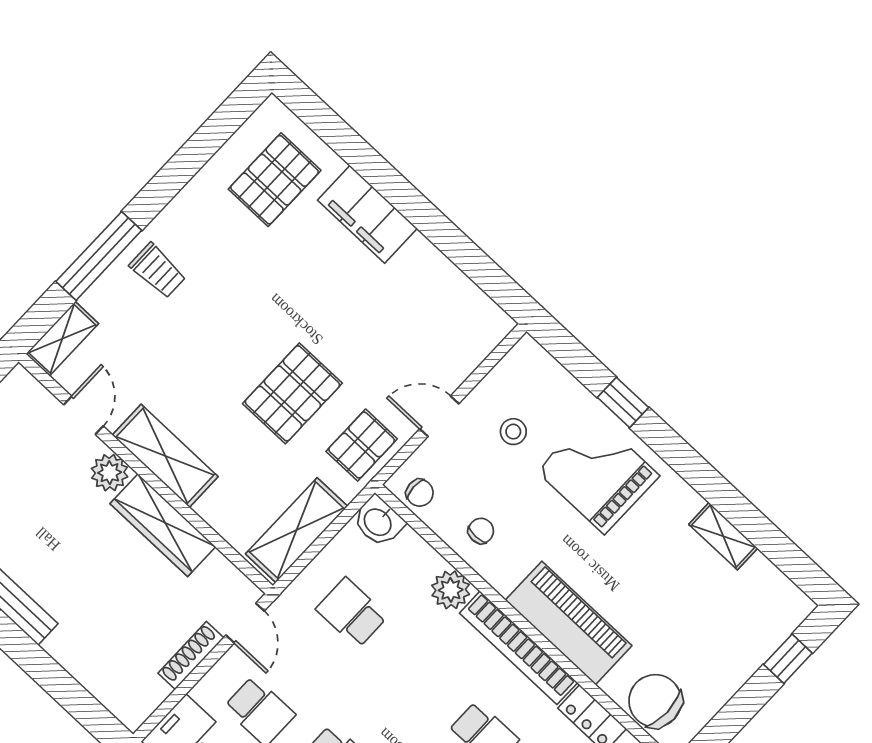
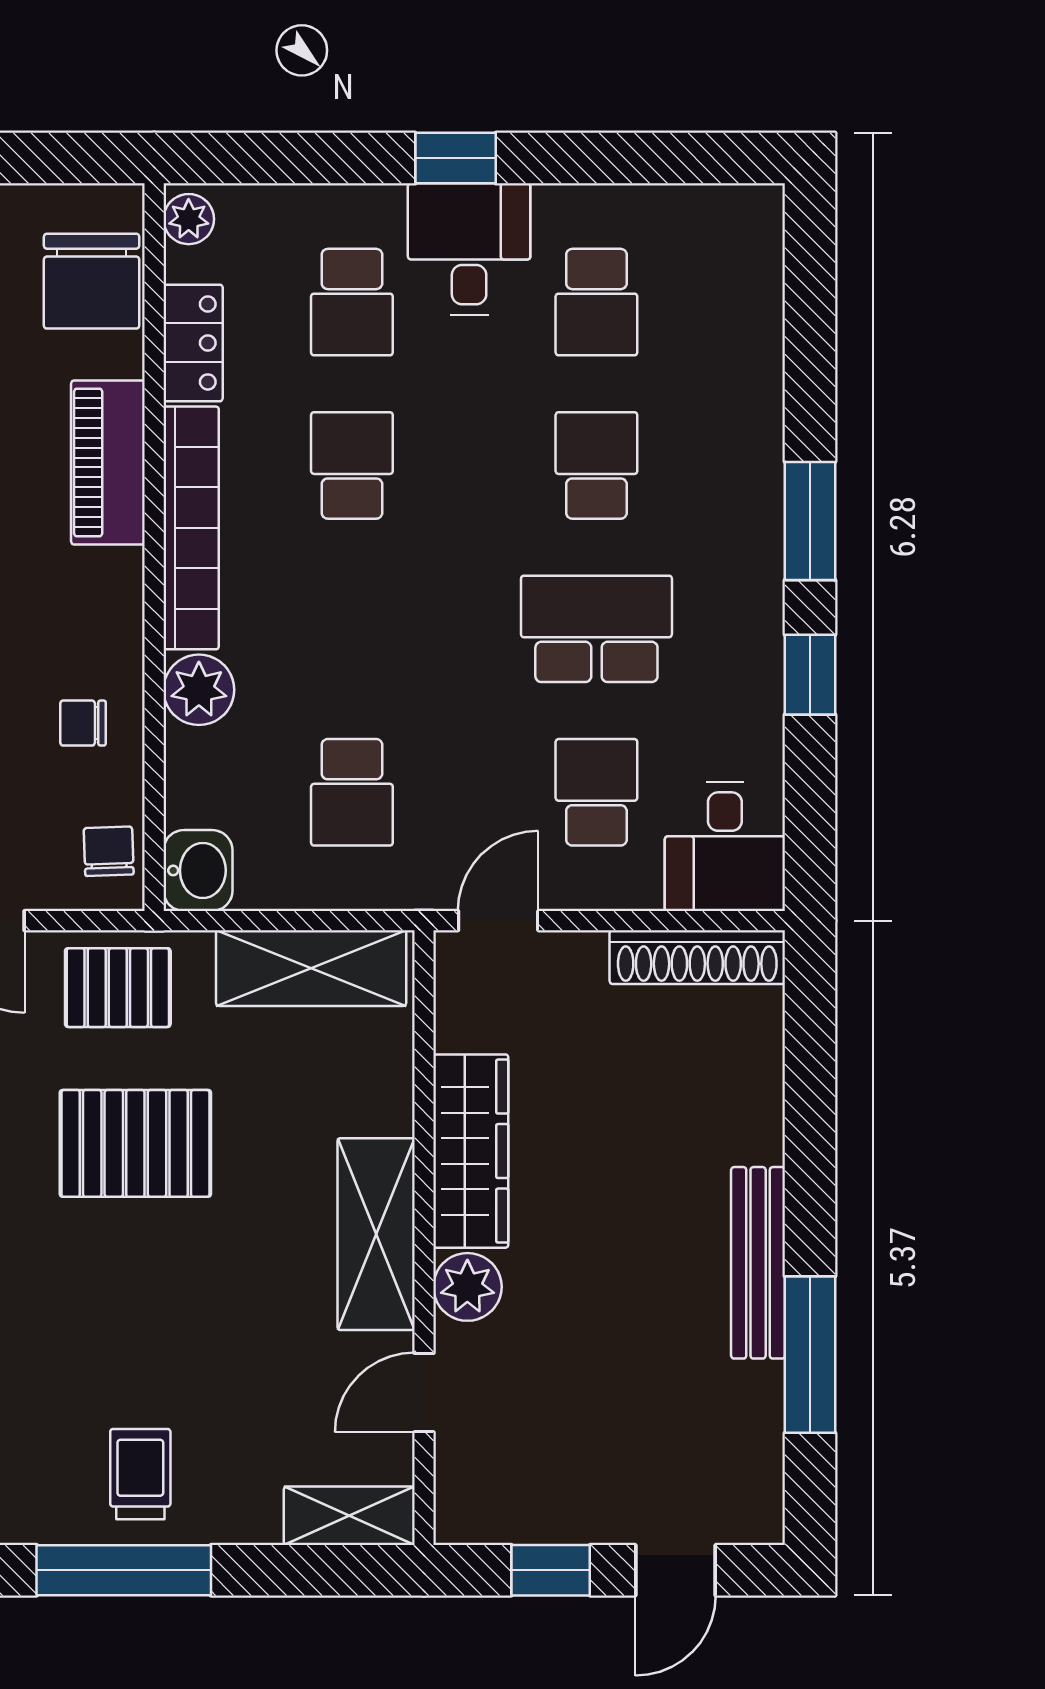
window: (99, 256) -> (124, 1570), moved
piano: (569, 623) -> (108, 462), width x0.73, depth x0.75
shoe rack: (191, 655) -> (697, 957), moved, width x1.36, depth x1.24

